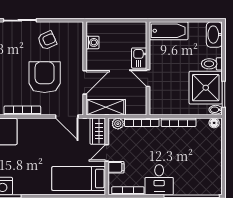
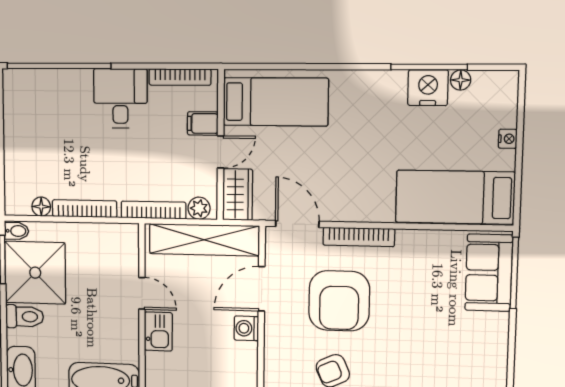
washing machine: (92, 42) -> (246, 328), moved
shelving: (106, 107) -> (204, 240), width x1.47
bookcase: (22, 110) -> (359, 237), moved
floor lamp: (214, 123) -> (41, 207), moved

